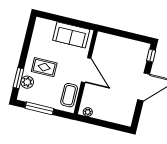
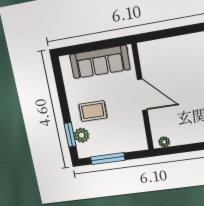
sofa: (71, 35) -> (100, 62), width x1.36
coffee table: (69, 95) -> (135, 131), removed

